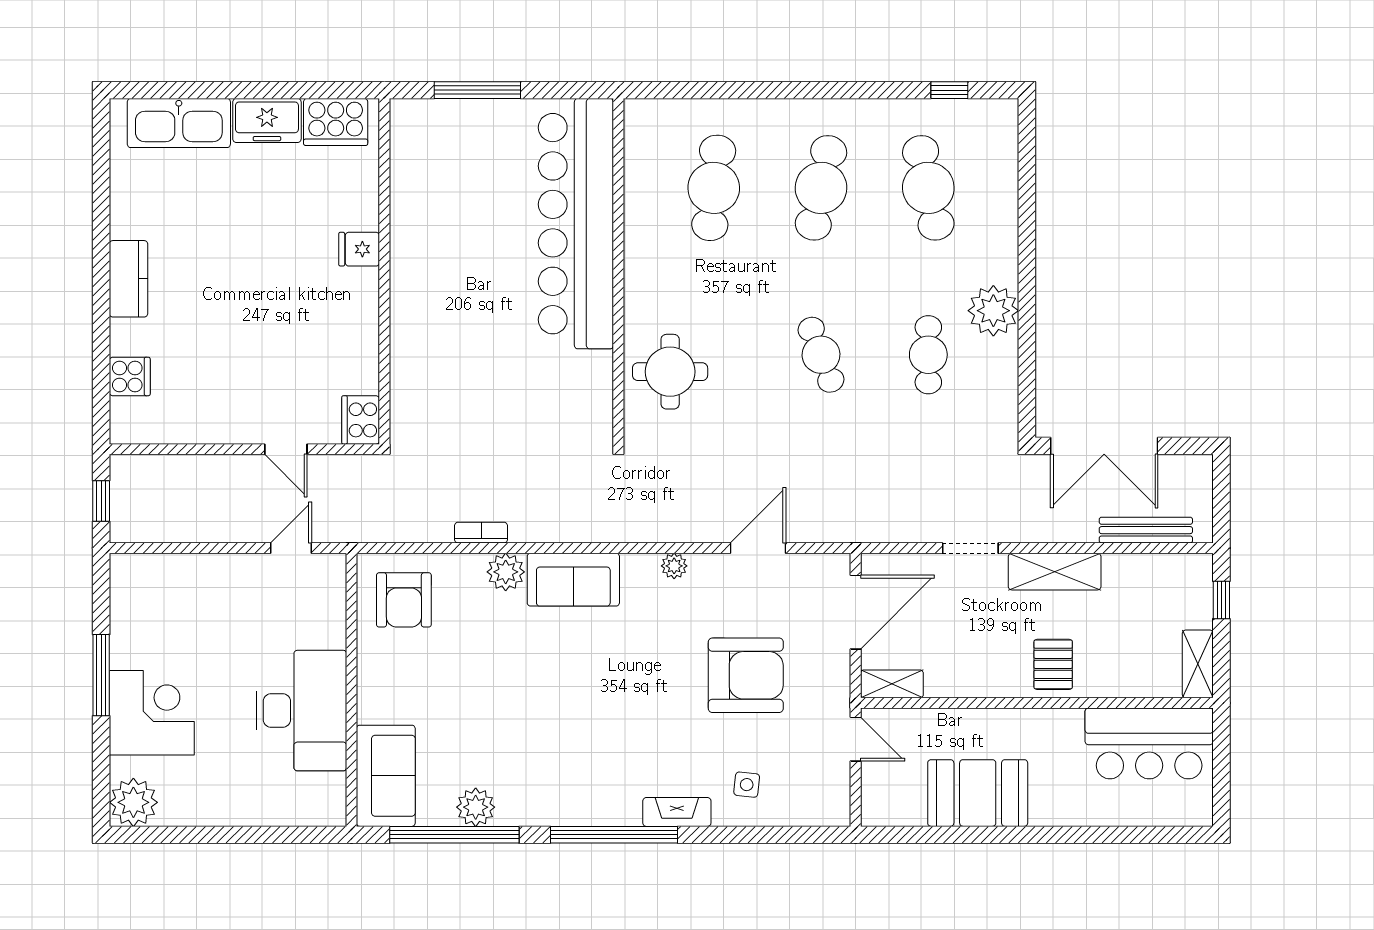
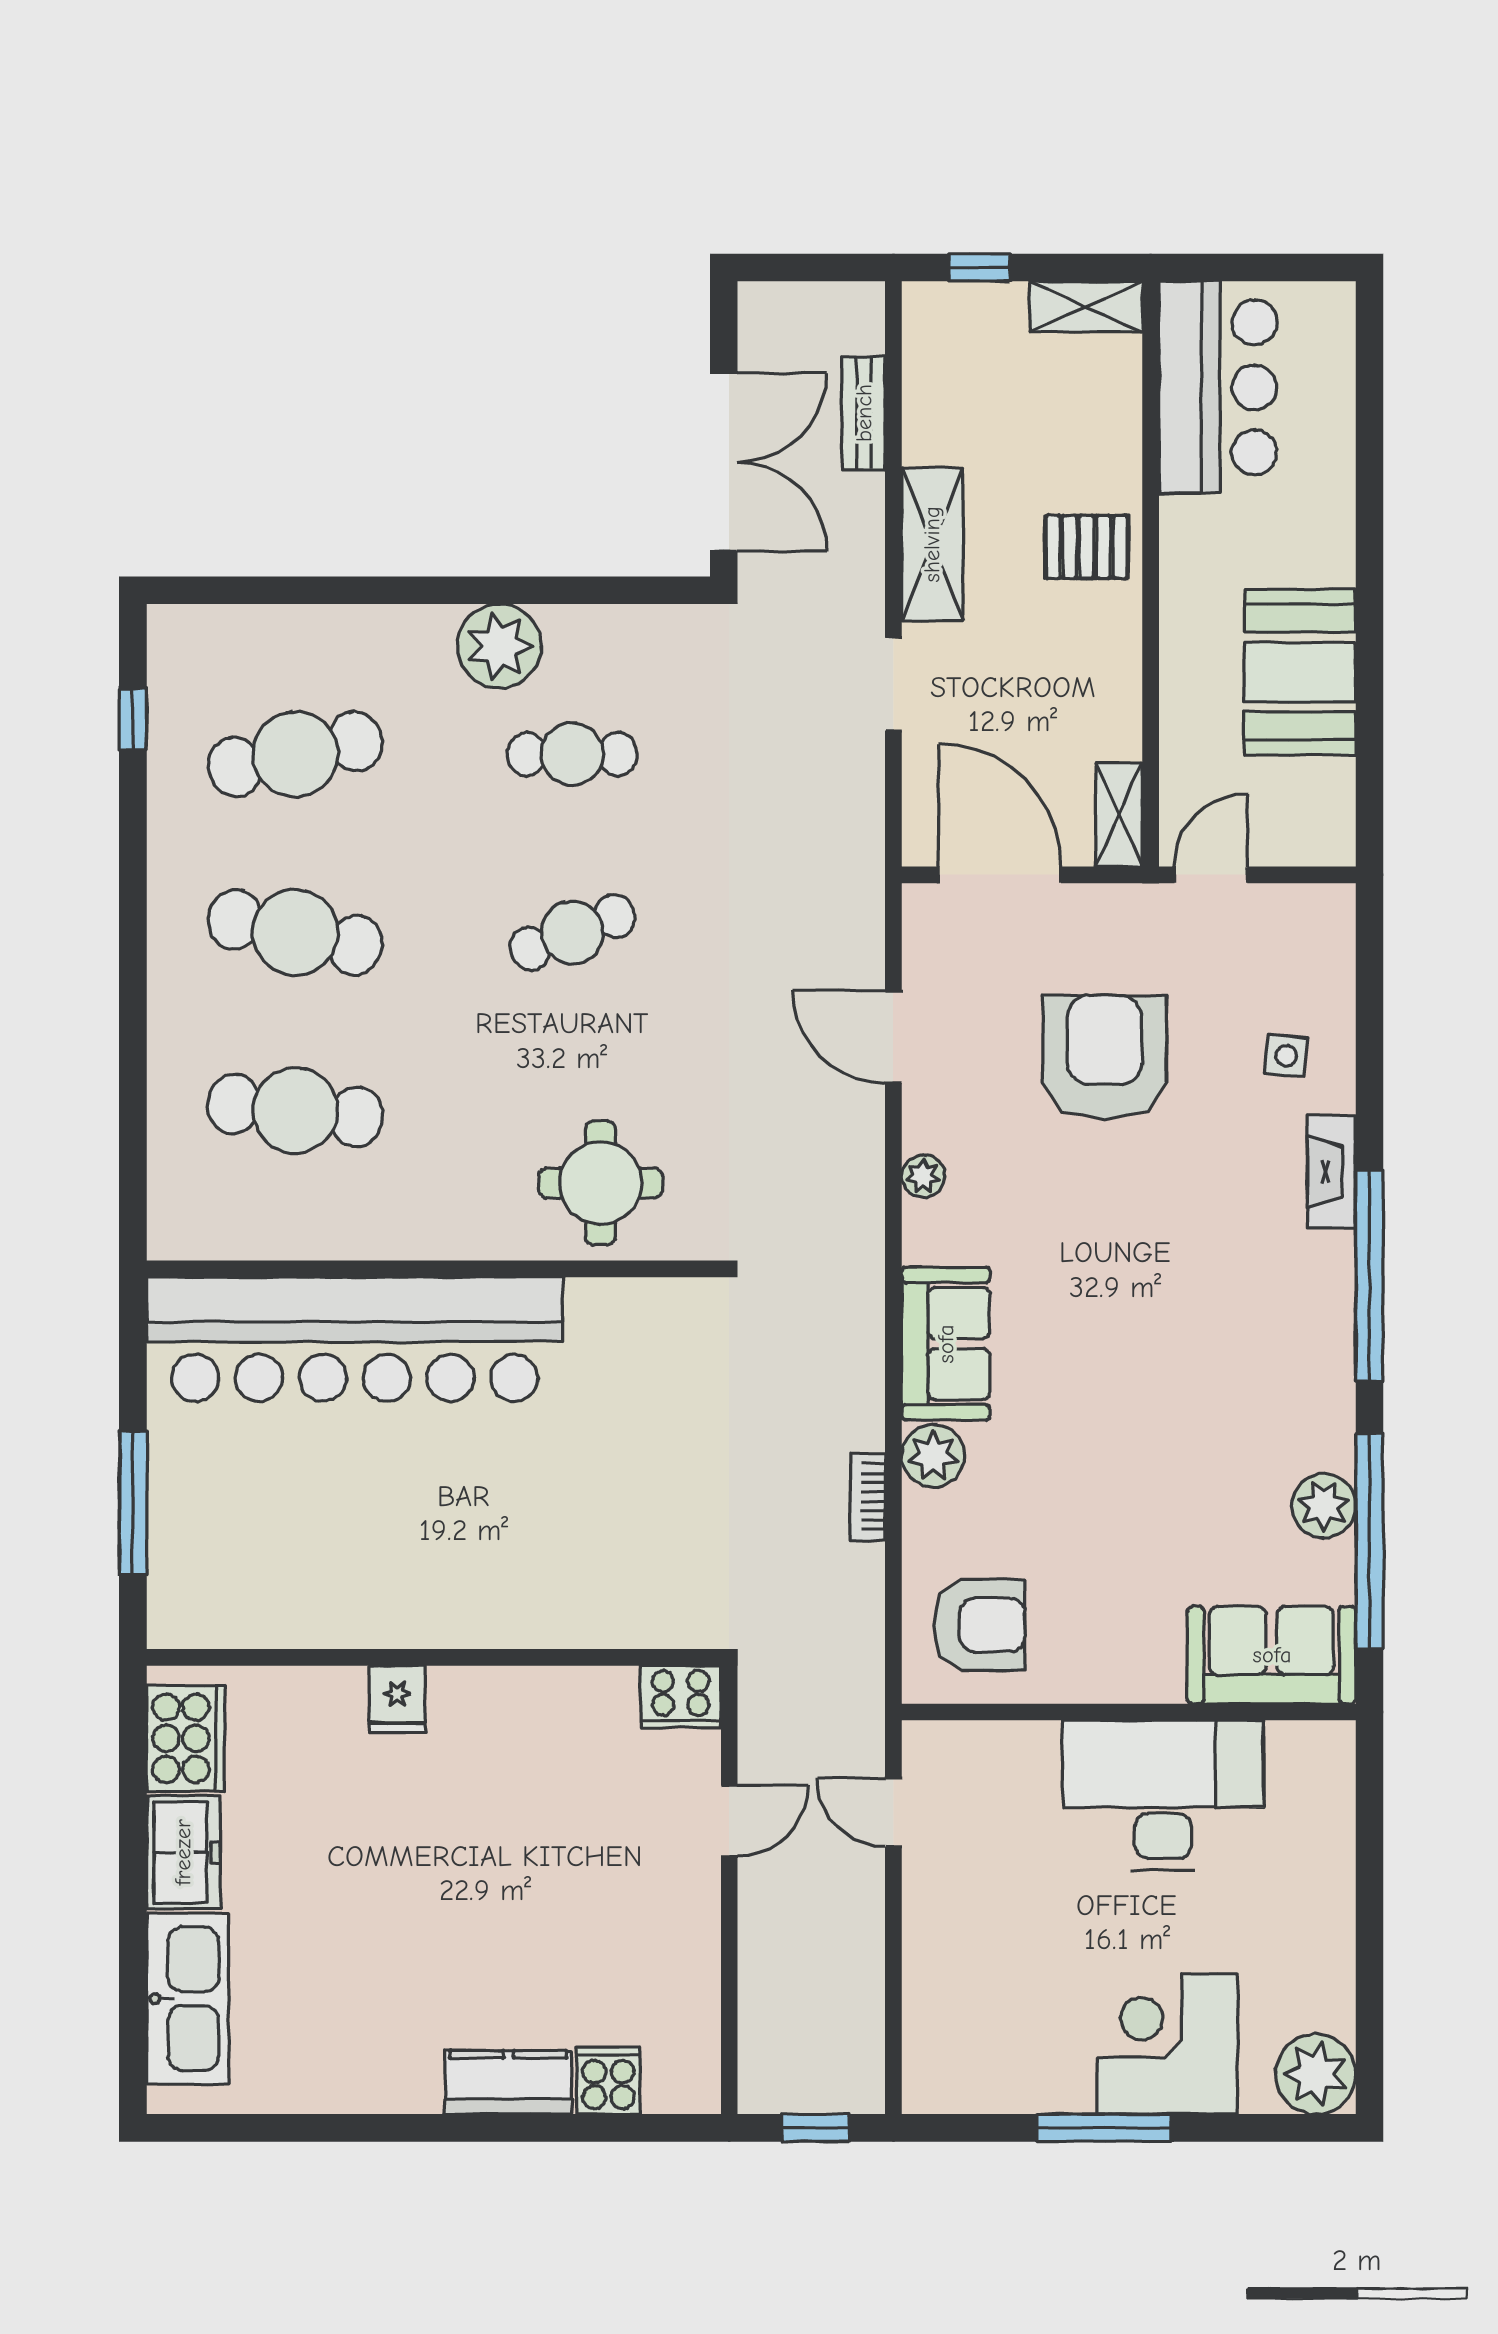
kitchen counter: (128, 279) -> (508, 2082), moved
bench: (1146, 530) -> (864, 413), width x0.73

